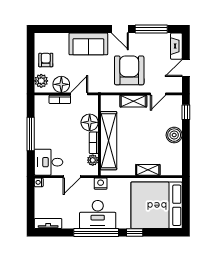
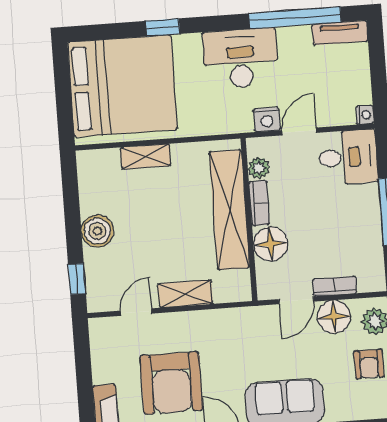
door: (186, 68) -> (84, 369), removed
armchair: (129, 70) -> (171, 383), moved
nightstand: (101, 184) -> (267, 119), moved
window: (96, 233) -> (295, 18), moved

